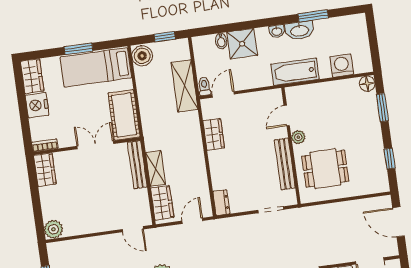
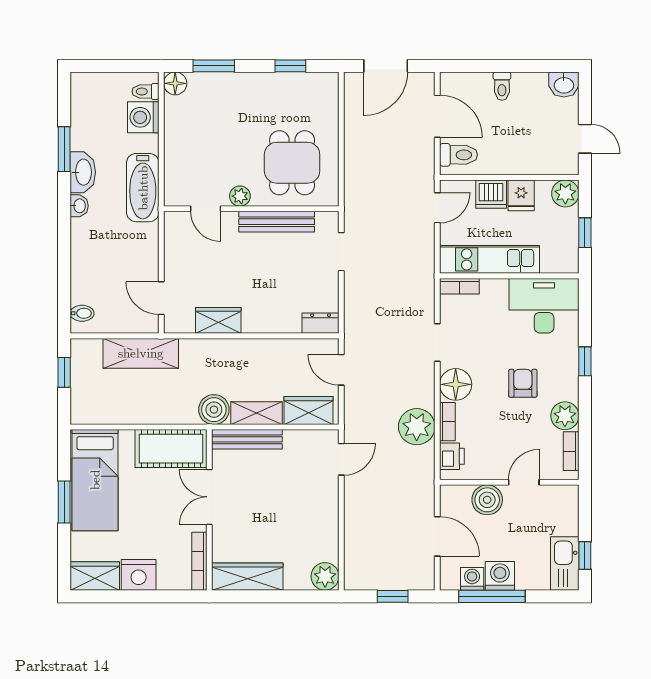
bidet: (221, 41) -> (82, 313), moved
shower: (242, 44) -> (90, 260), removed
boiler: (142, 56) -> (214, 410), moved
toilet: (204, 86) -> (145, 92), moved
bookcase: (45, 145) -> (199, 561), width x1.56
wardrobe: (45, 170) -> (247, 577), width x1.50

